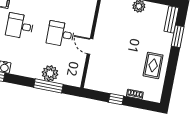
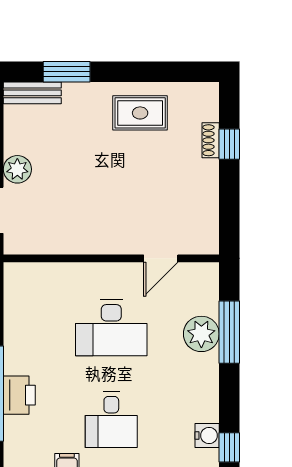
desk: (60, 34) -> (111, 328), width x1.37
door: (90, 46) -> (161, 258), moved
window: (116, 99) -> (229, 144), moved

